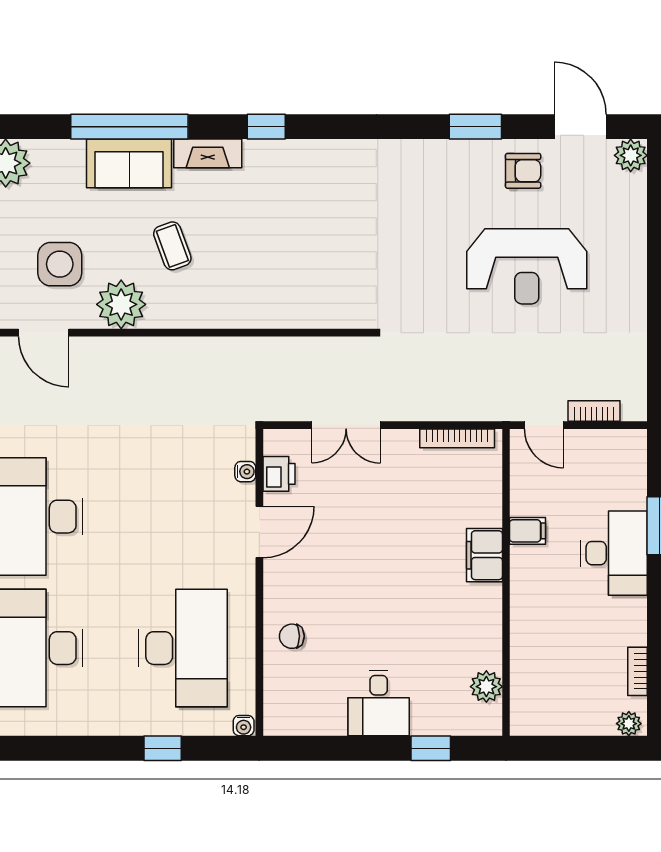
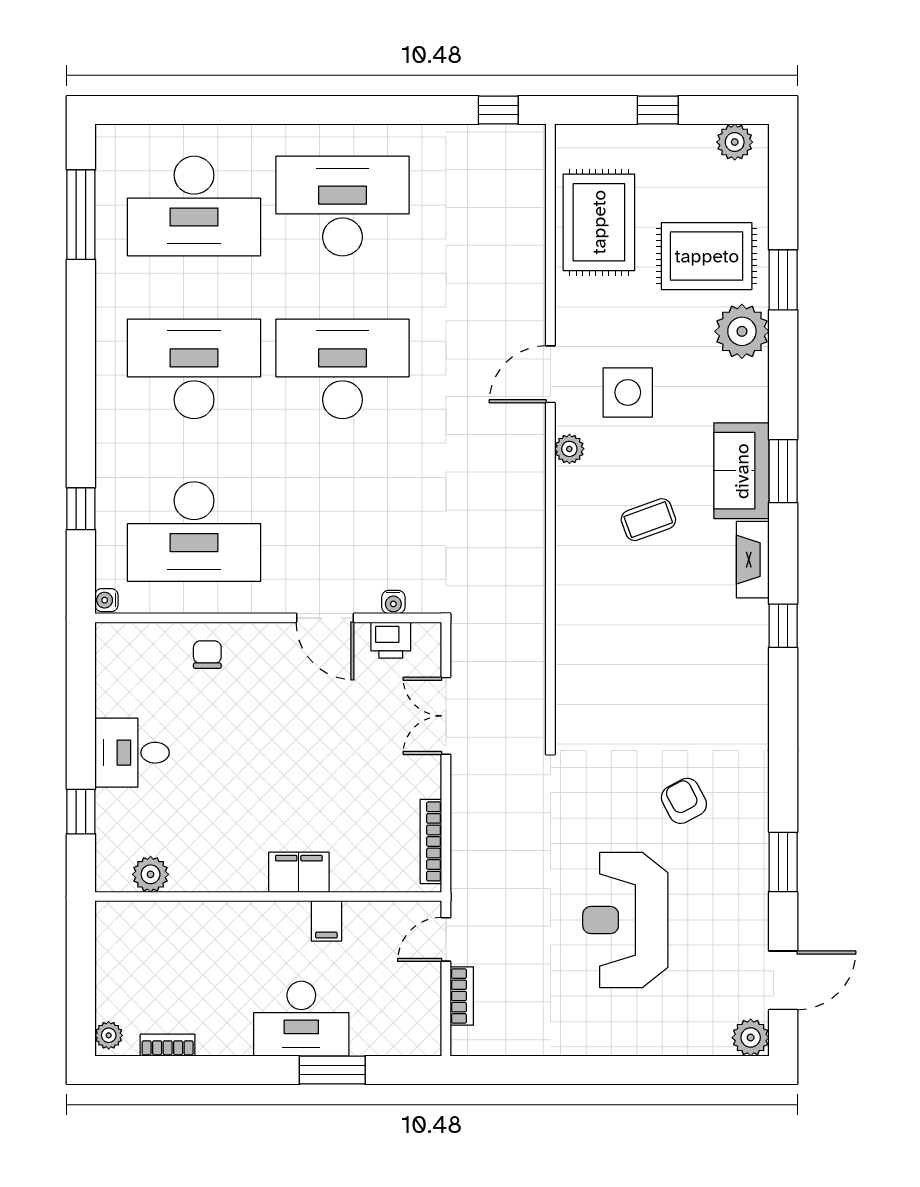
window: (129, 127) -> (783, 471), width x0.47
armchair: (523, 171) -> (684, 801), moved, turned 152
plant: (121, 304) -> (569, 449), width x0.53, depth x0.53

